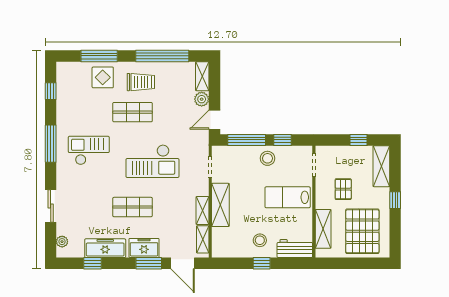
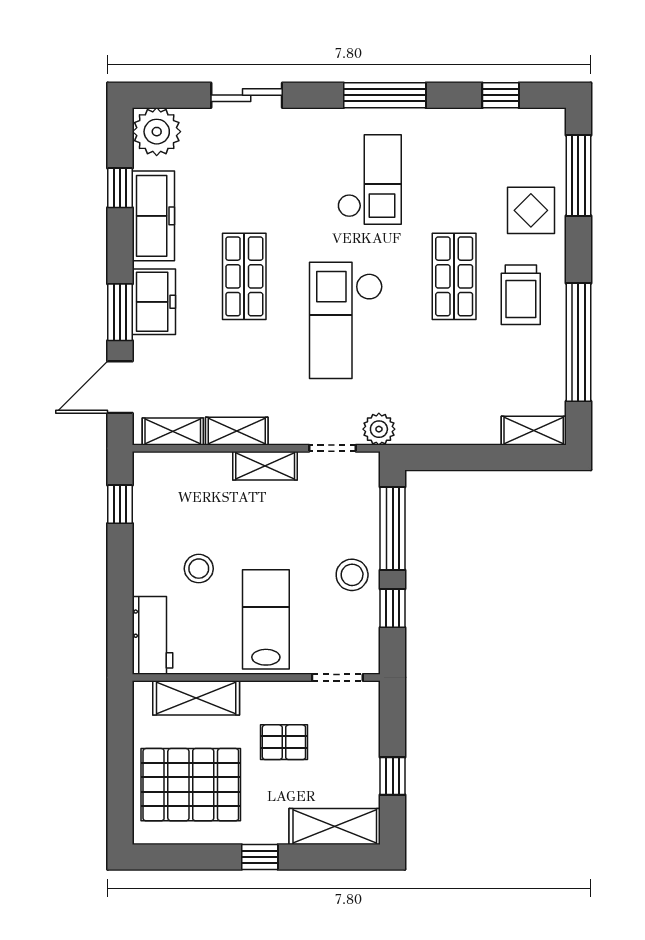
window: (99, 56) -> (578, 176), moved
plant: (202, 99) -> (379, 429), moved
door: (214, 120) -> (438, 458), removed
shelving: (220, 205) -> (265, 466), width x0.67, depth x0.75
stool: (260, 240) -> (199, 569), moved
plant: (62, 242) -> (157, 132), width x1.87, depth x1.87
window: (262, 263) -> (120, 504), moved

